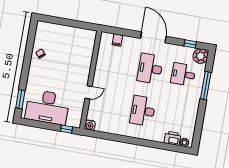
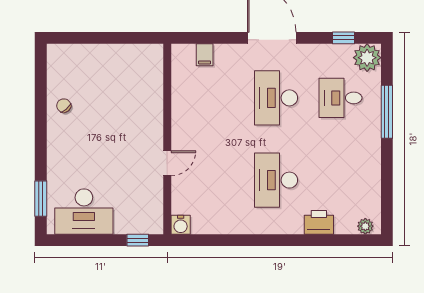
desk: (47, 107) -> (84, 212), width x0.73, depth x0.77
printer: (172, 138) -> (319, 222), moved

